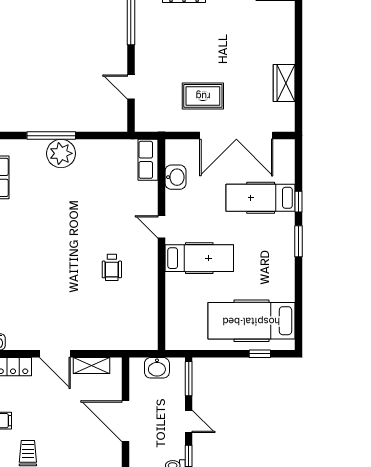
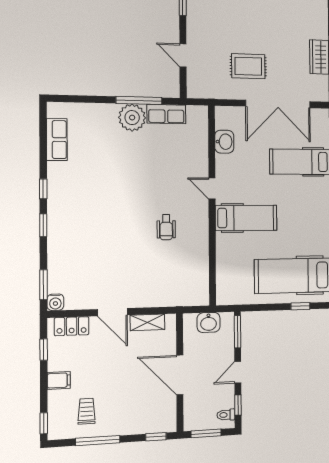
window: (51, 136) -> (139, 100), moved
plant: (61, 153) -> (132, 118), moved
row of seats: (148, 160) -> (166, 114), moved, turned -90
door: (189, 421) -> (238, 372), swing flipped

